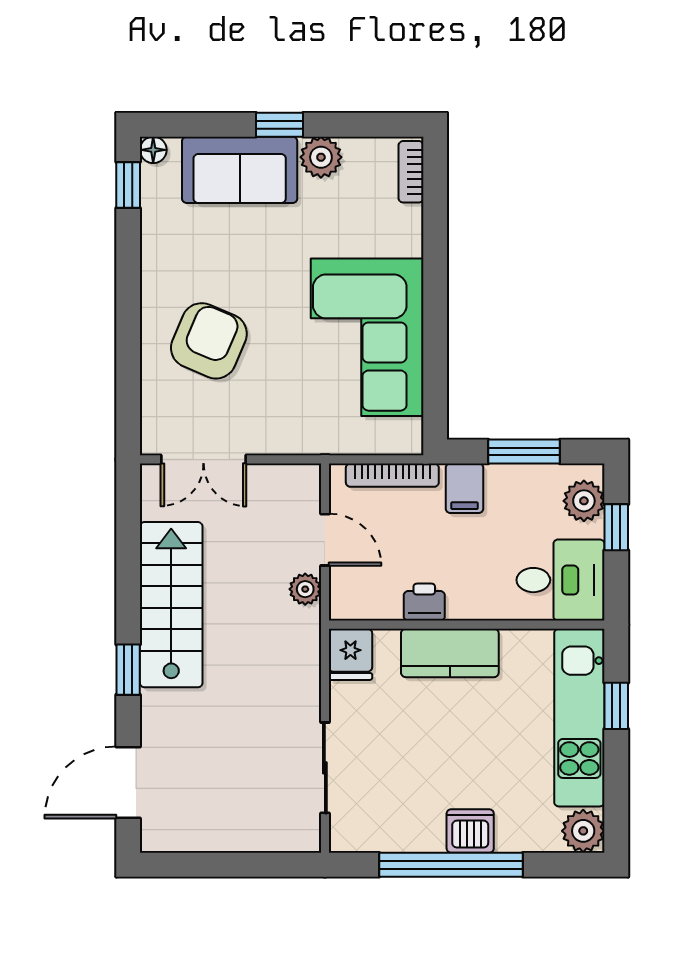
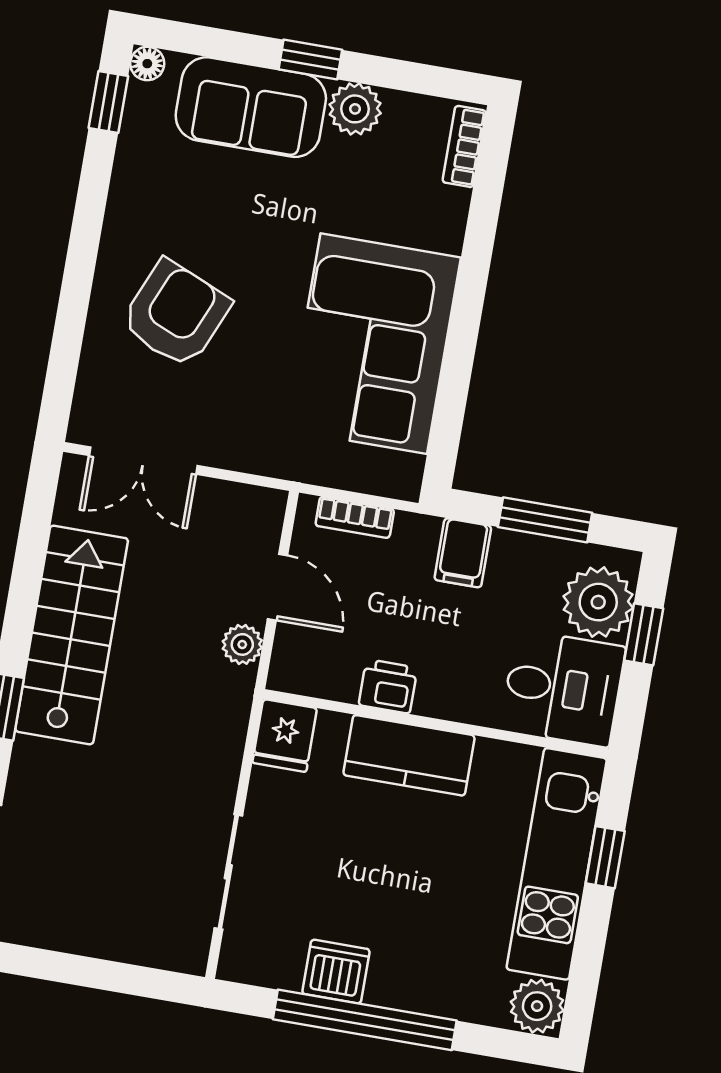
bookcase: (392, 475) -> (355, 517), width x0.64
plant: (584, 501) -> (598, 602), width x1.36, depth x1.36
dishwasher: (470, 831) -> (336, 972), moved

